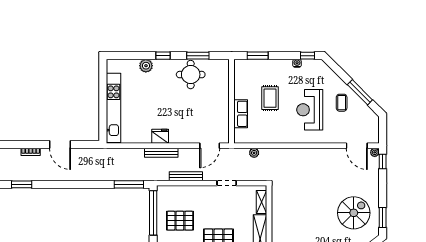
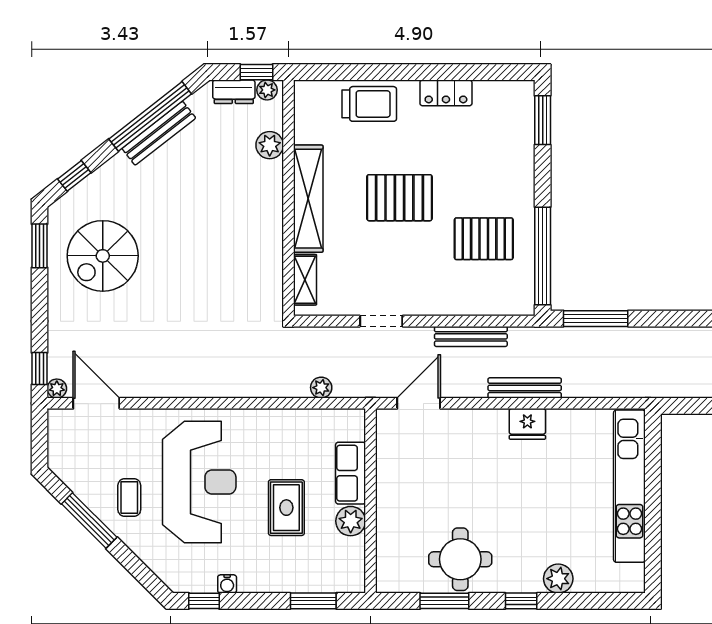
plant: (241, 92) -> (351, 521), added
reception desk: (310, 110) -> (199, 482), width x1.36, depth x1.30

